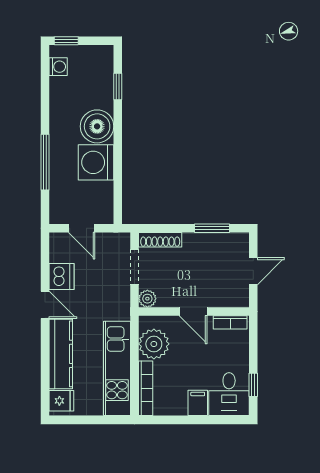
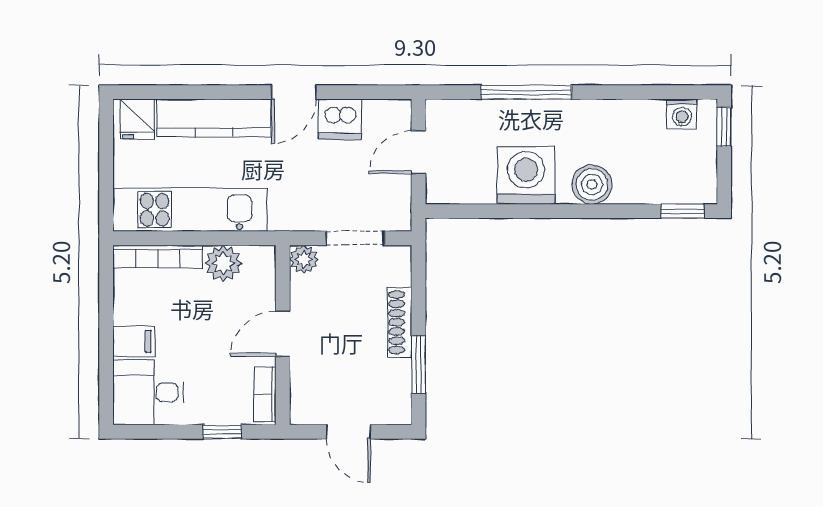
window: (118, 86) -> (682, 211), moved
boiler: (97, 126) -> (592, 184), width x0.73, depth x0.73
shoe rack: (160, 240) -> (400, 322), moved
plant: (154, 344) -> (223, 263), width x0.73, depth x0.73
window: (253, 385) -> (222, 432), moved

